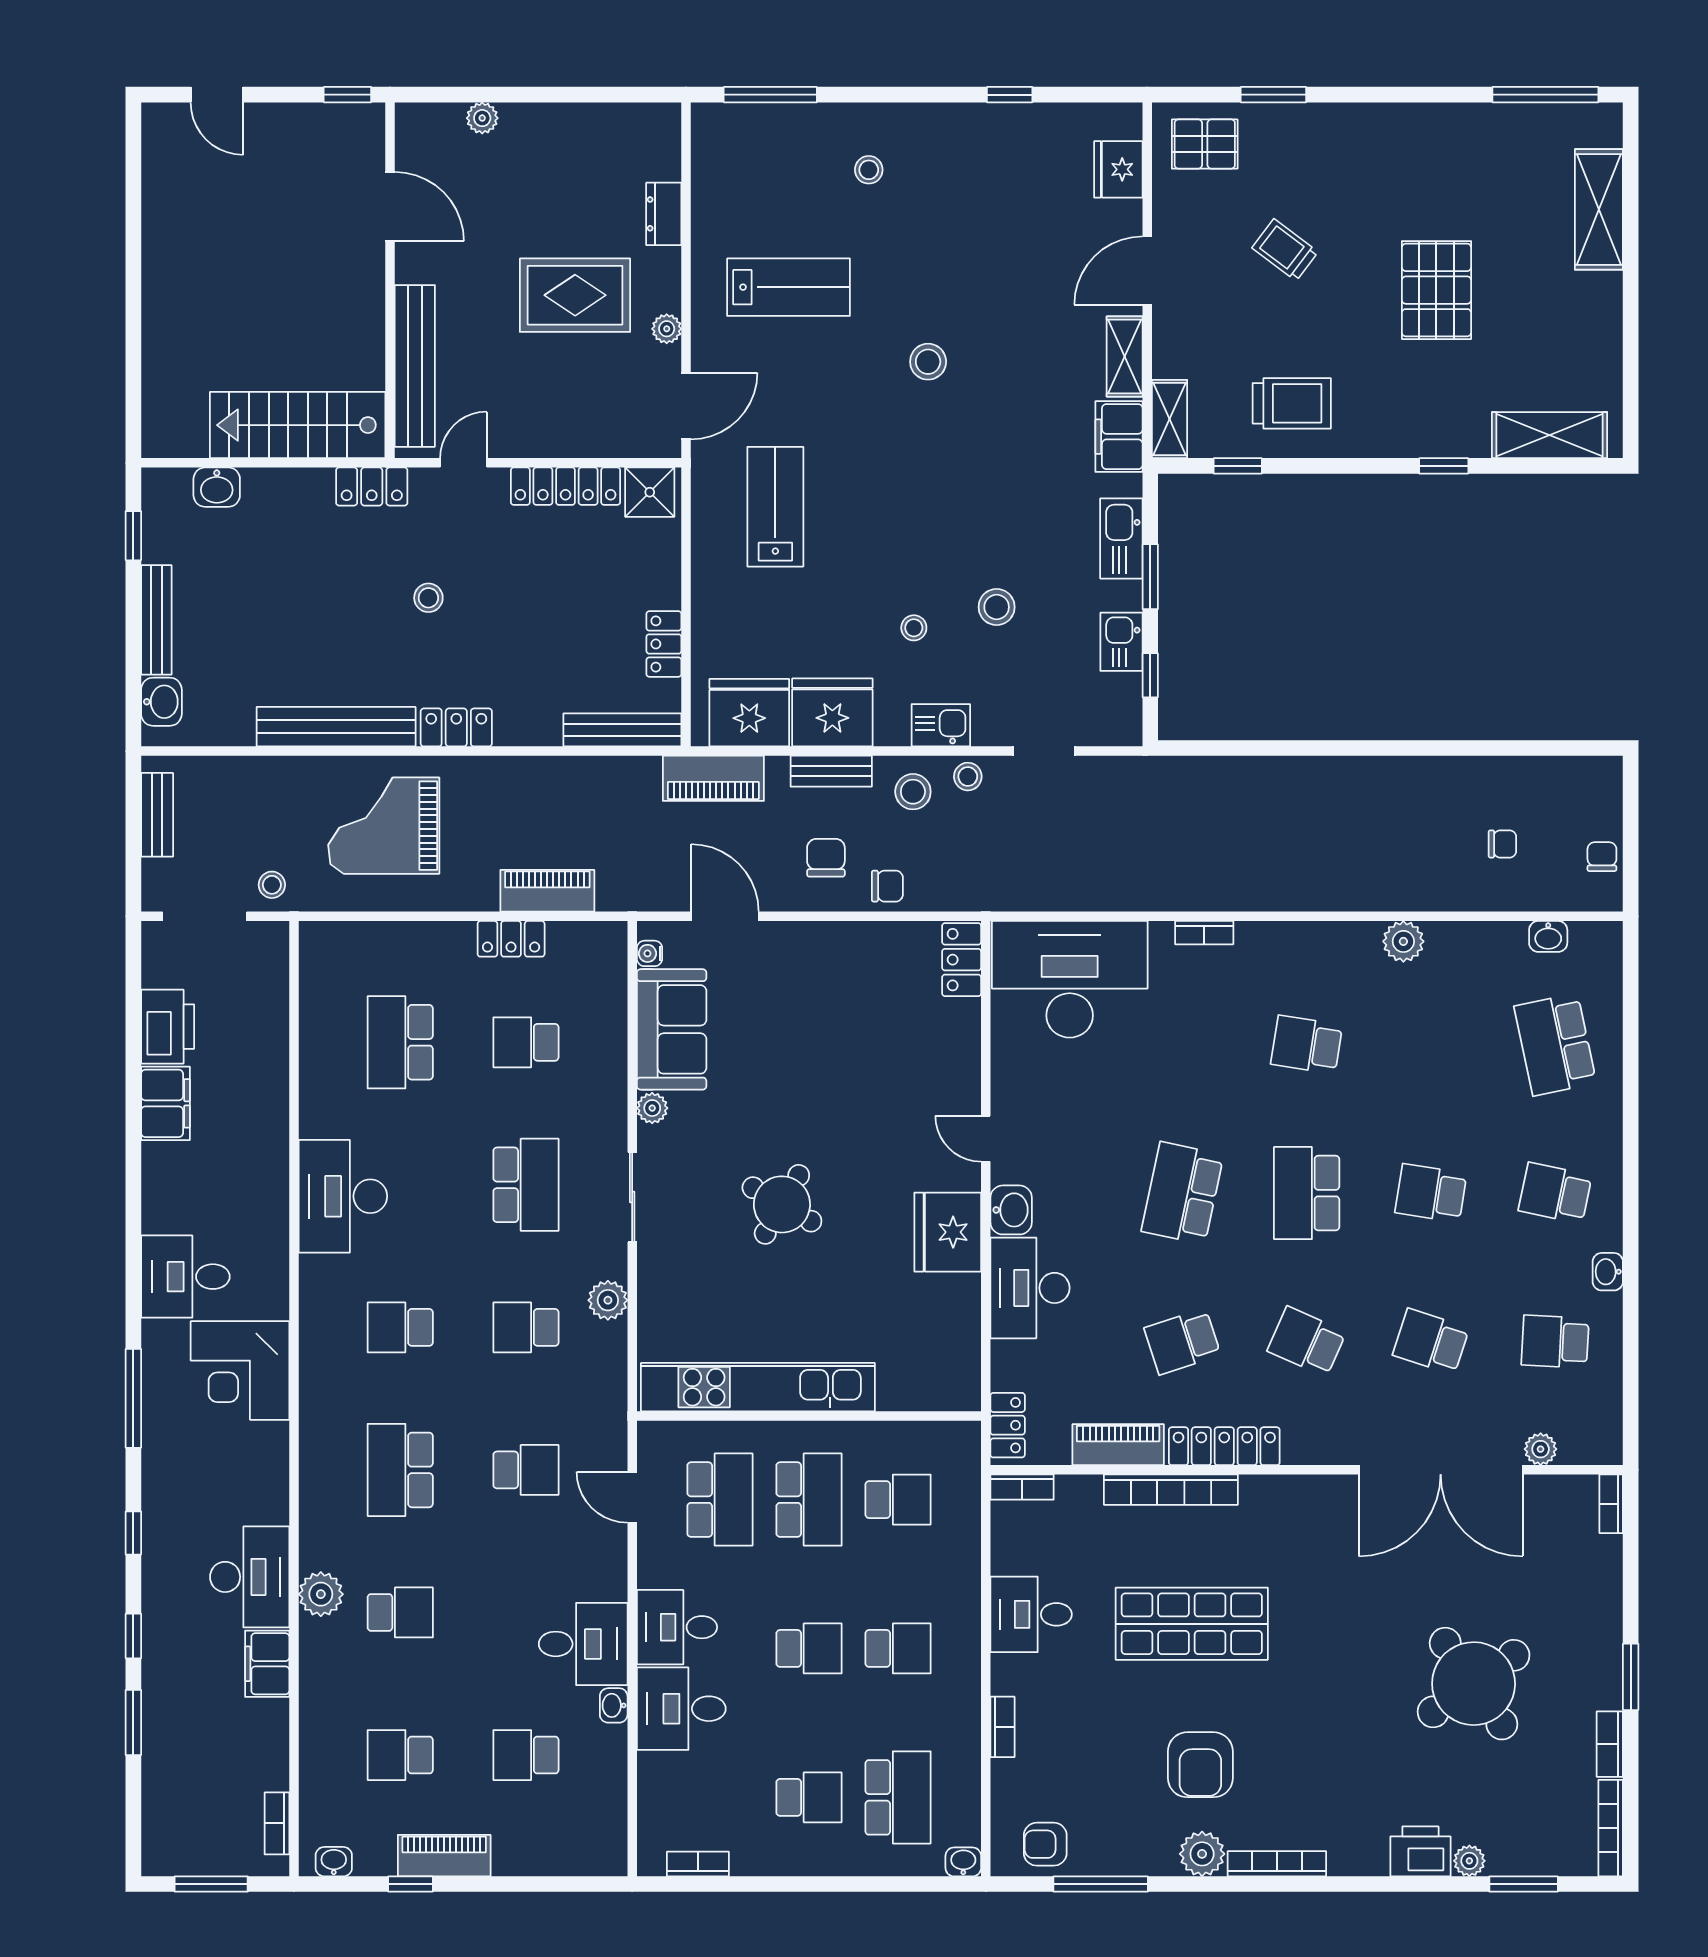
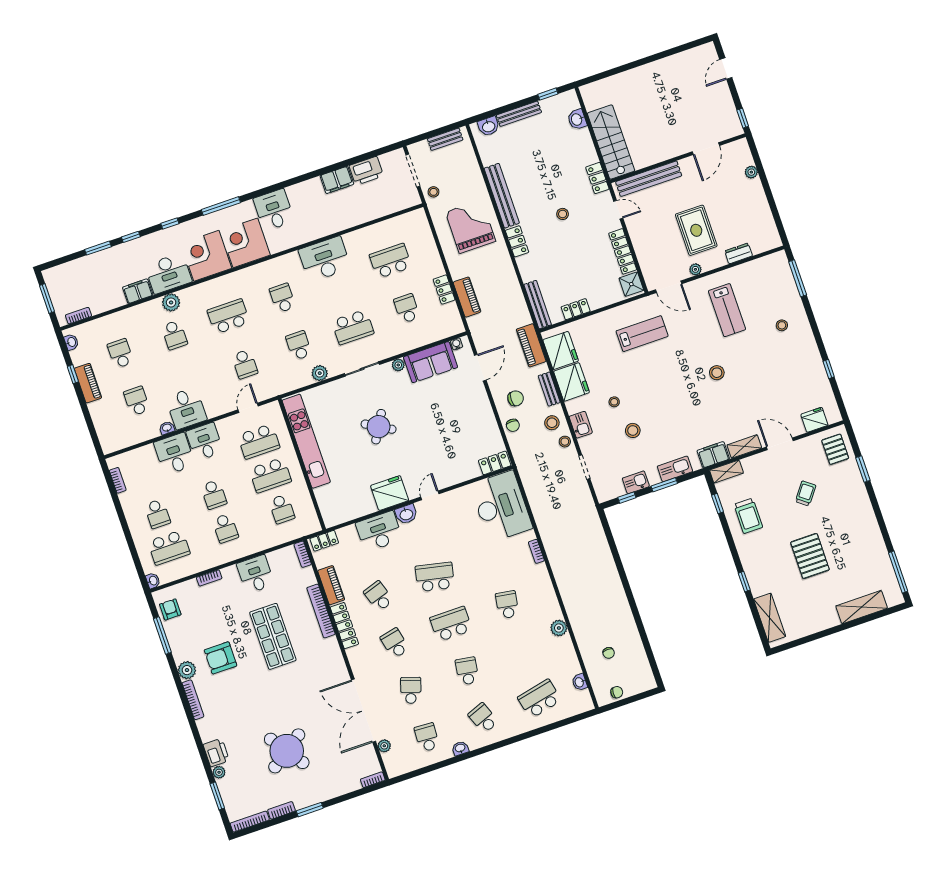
pallet: (1436, 290) -> (810, 556), turned 90
school desk: (1555, 1193) -> (483, 718), turned -33
school desk: (1307, 1342) -> (395, 643), turned -36
corner desk: (239, 1473) -> (206, 256), added

